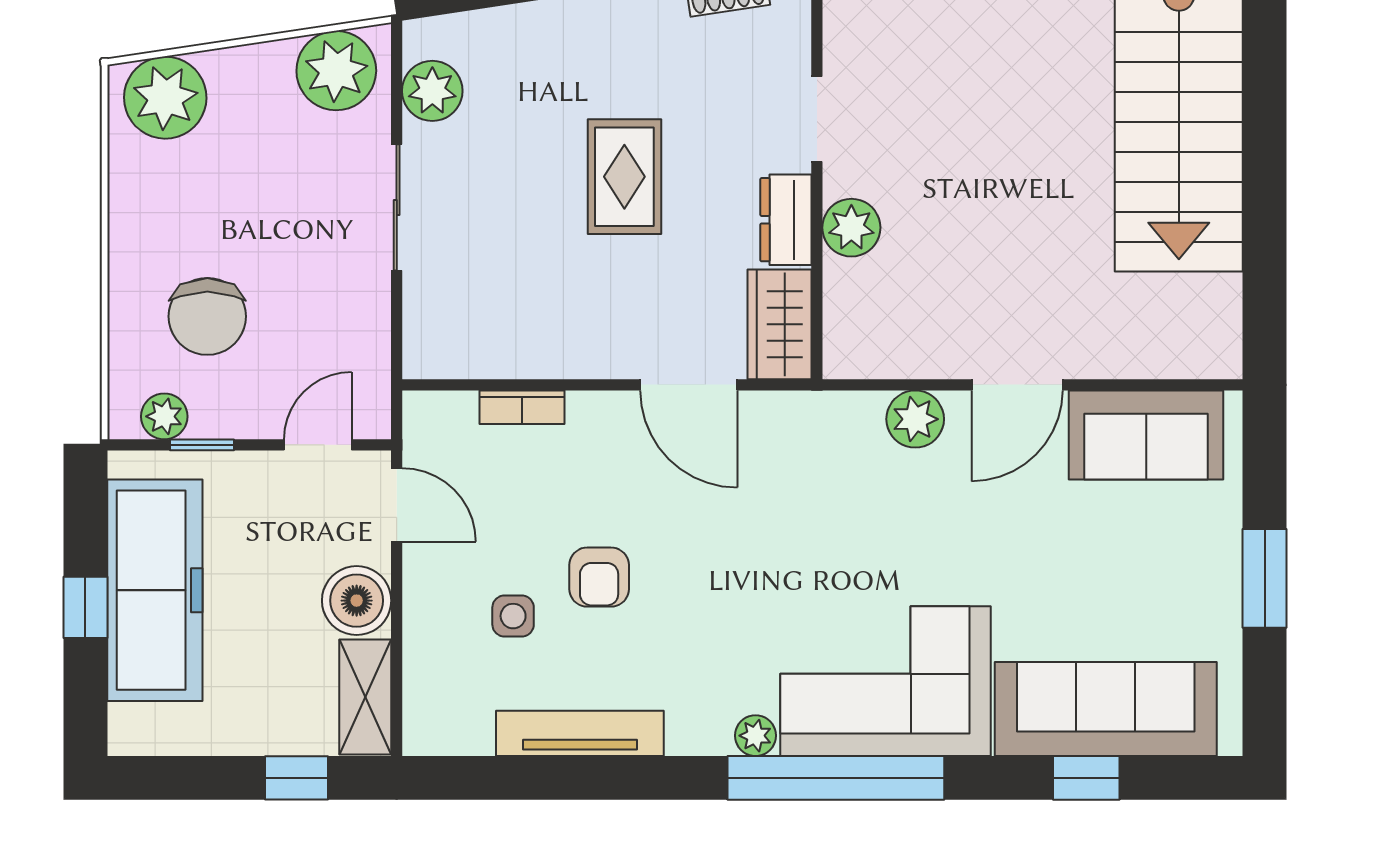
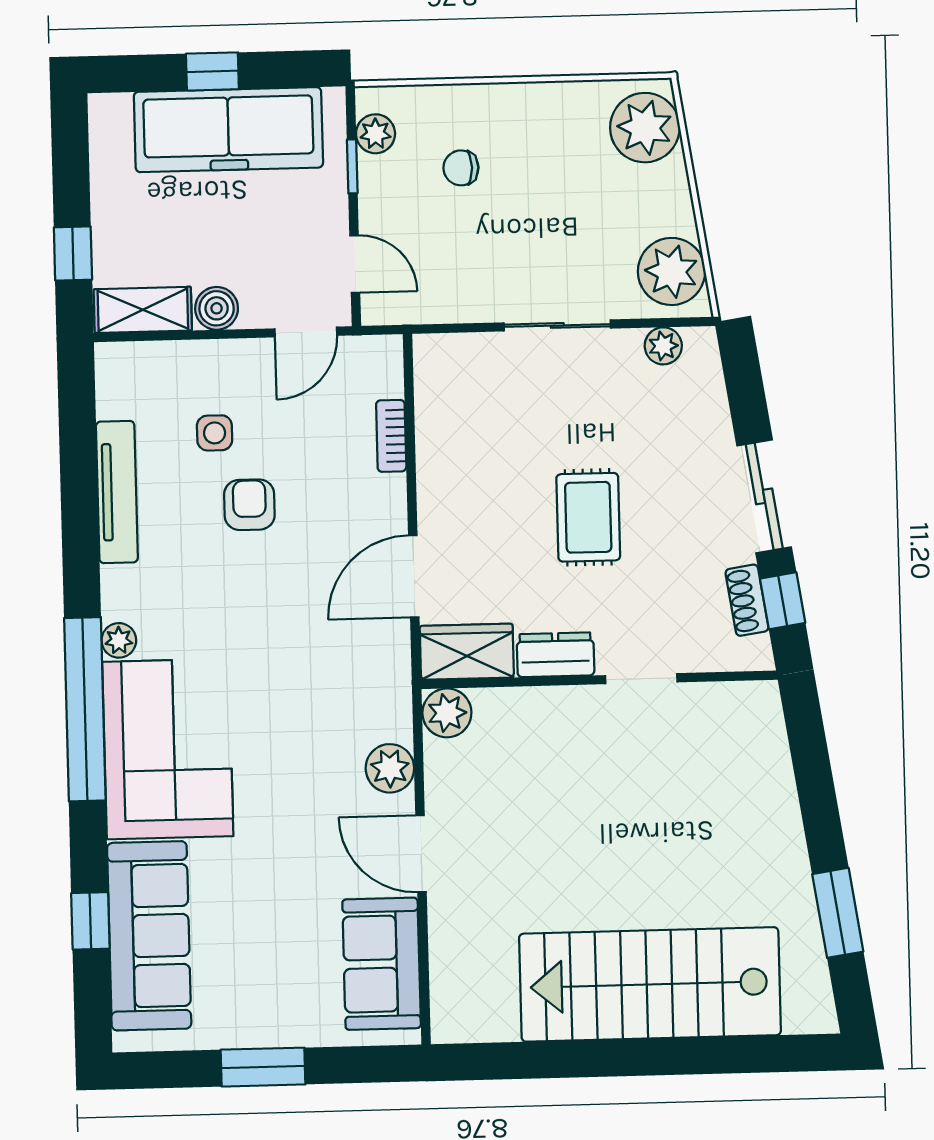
plant: (432, 91) -> (663, 346), width x0.73, depth x0.73
rug: (624, 177) -> (588, 517), turned 90
plant: (851, 228) -> (447, 713), moved
chair: (207, 316) -> (461, 168), width x0.54, depth x0.54
armchair: (599, 577) -> (249, 505), turned 90
boiler: (357, 601) -> (217, 308), width x0.73, depth x0.73

